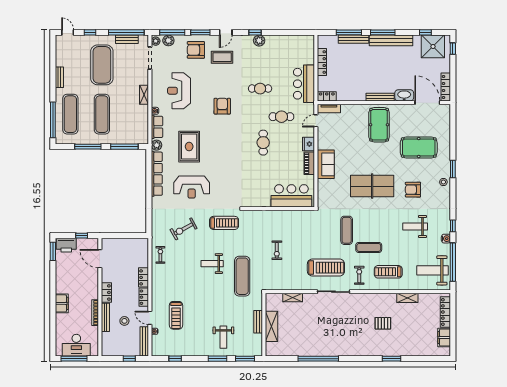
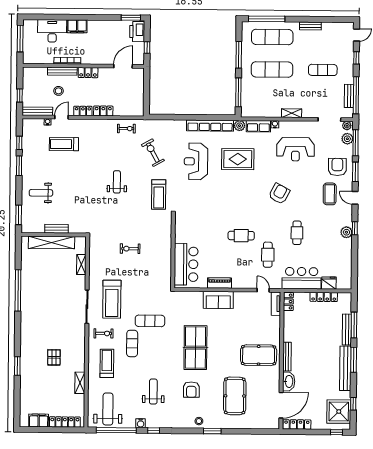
exercise mat: (102, 65) -> (323, 70), width x0.50, depth x0.69
reception desk: (179, 91) -> (295, 149), turned 180
armchair: (222, 106) -> (279, 194), turned -62
fridge: (308, 144) -> (329, 283), moved
armchair: (413, 190) -> (191, 390), turned 180
exercise mat: (242, 276) -> (104, 213), removed
shelving: (272, 326) -> (52, 243), width x1.47
desk: (76, 345) -> (52, 31), moved, turned 90
window: (218, 359) -> (19, 166), moved

